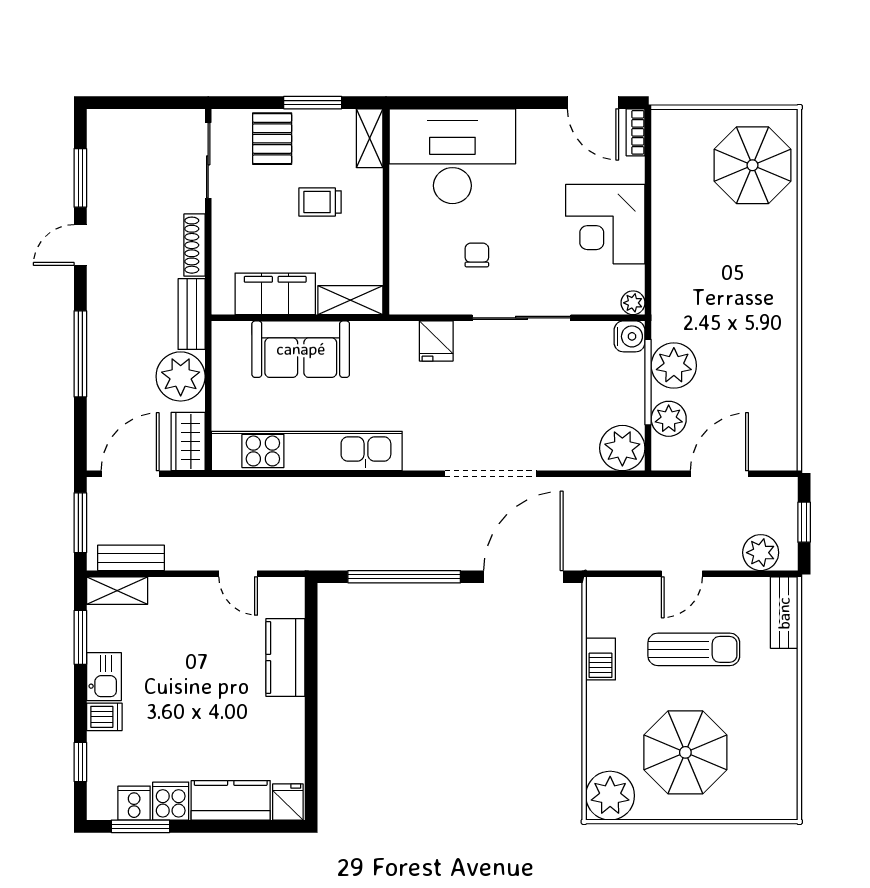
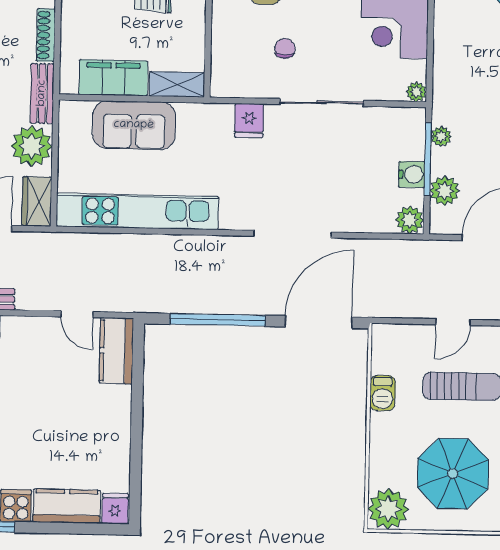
water cooler: (630, 336) -> (412, 175), moved
plant: (674, 366) -> (441, 136), width x0.53, depth x0.53
plant: (622, 448) -> (410, 220), width x0.73, depth x0.73
kitchen counter: (285, 657) -> (116, 351), moved

